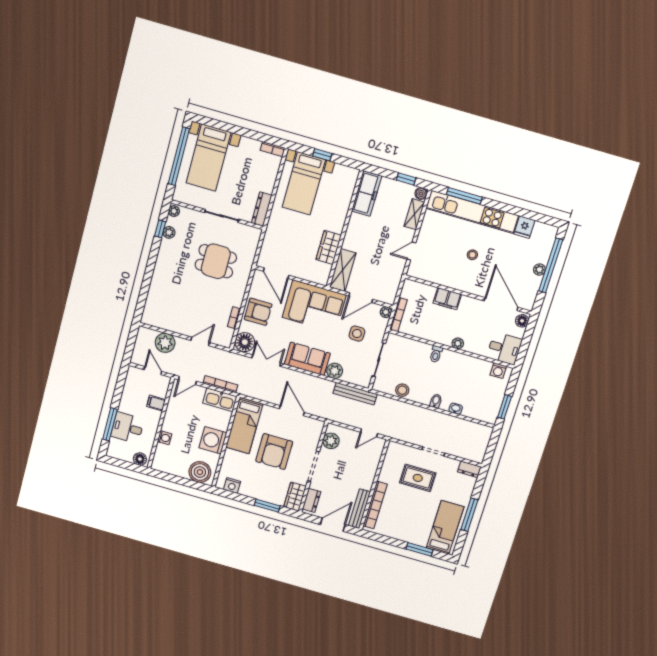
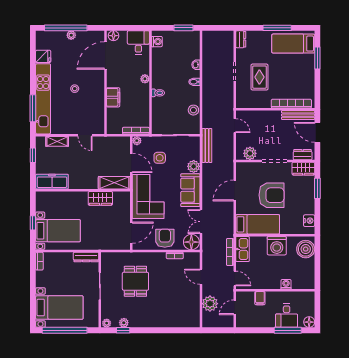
boiler: (421, 193) -> (40, 141), removed
floor lamp: (140, 459) -> (309, 322), moved

